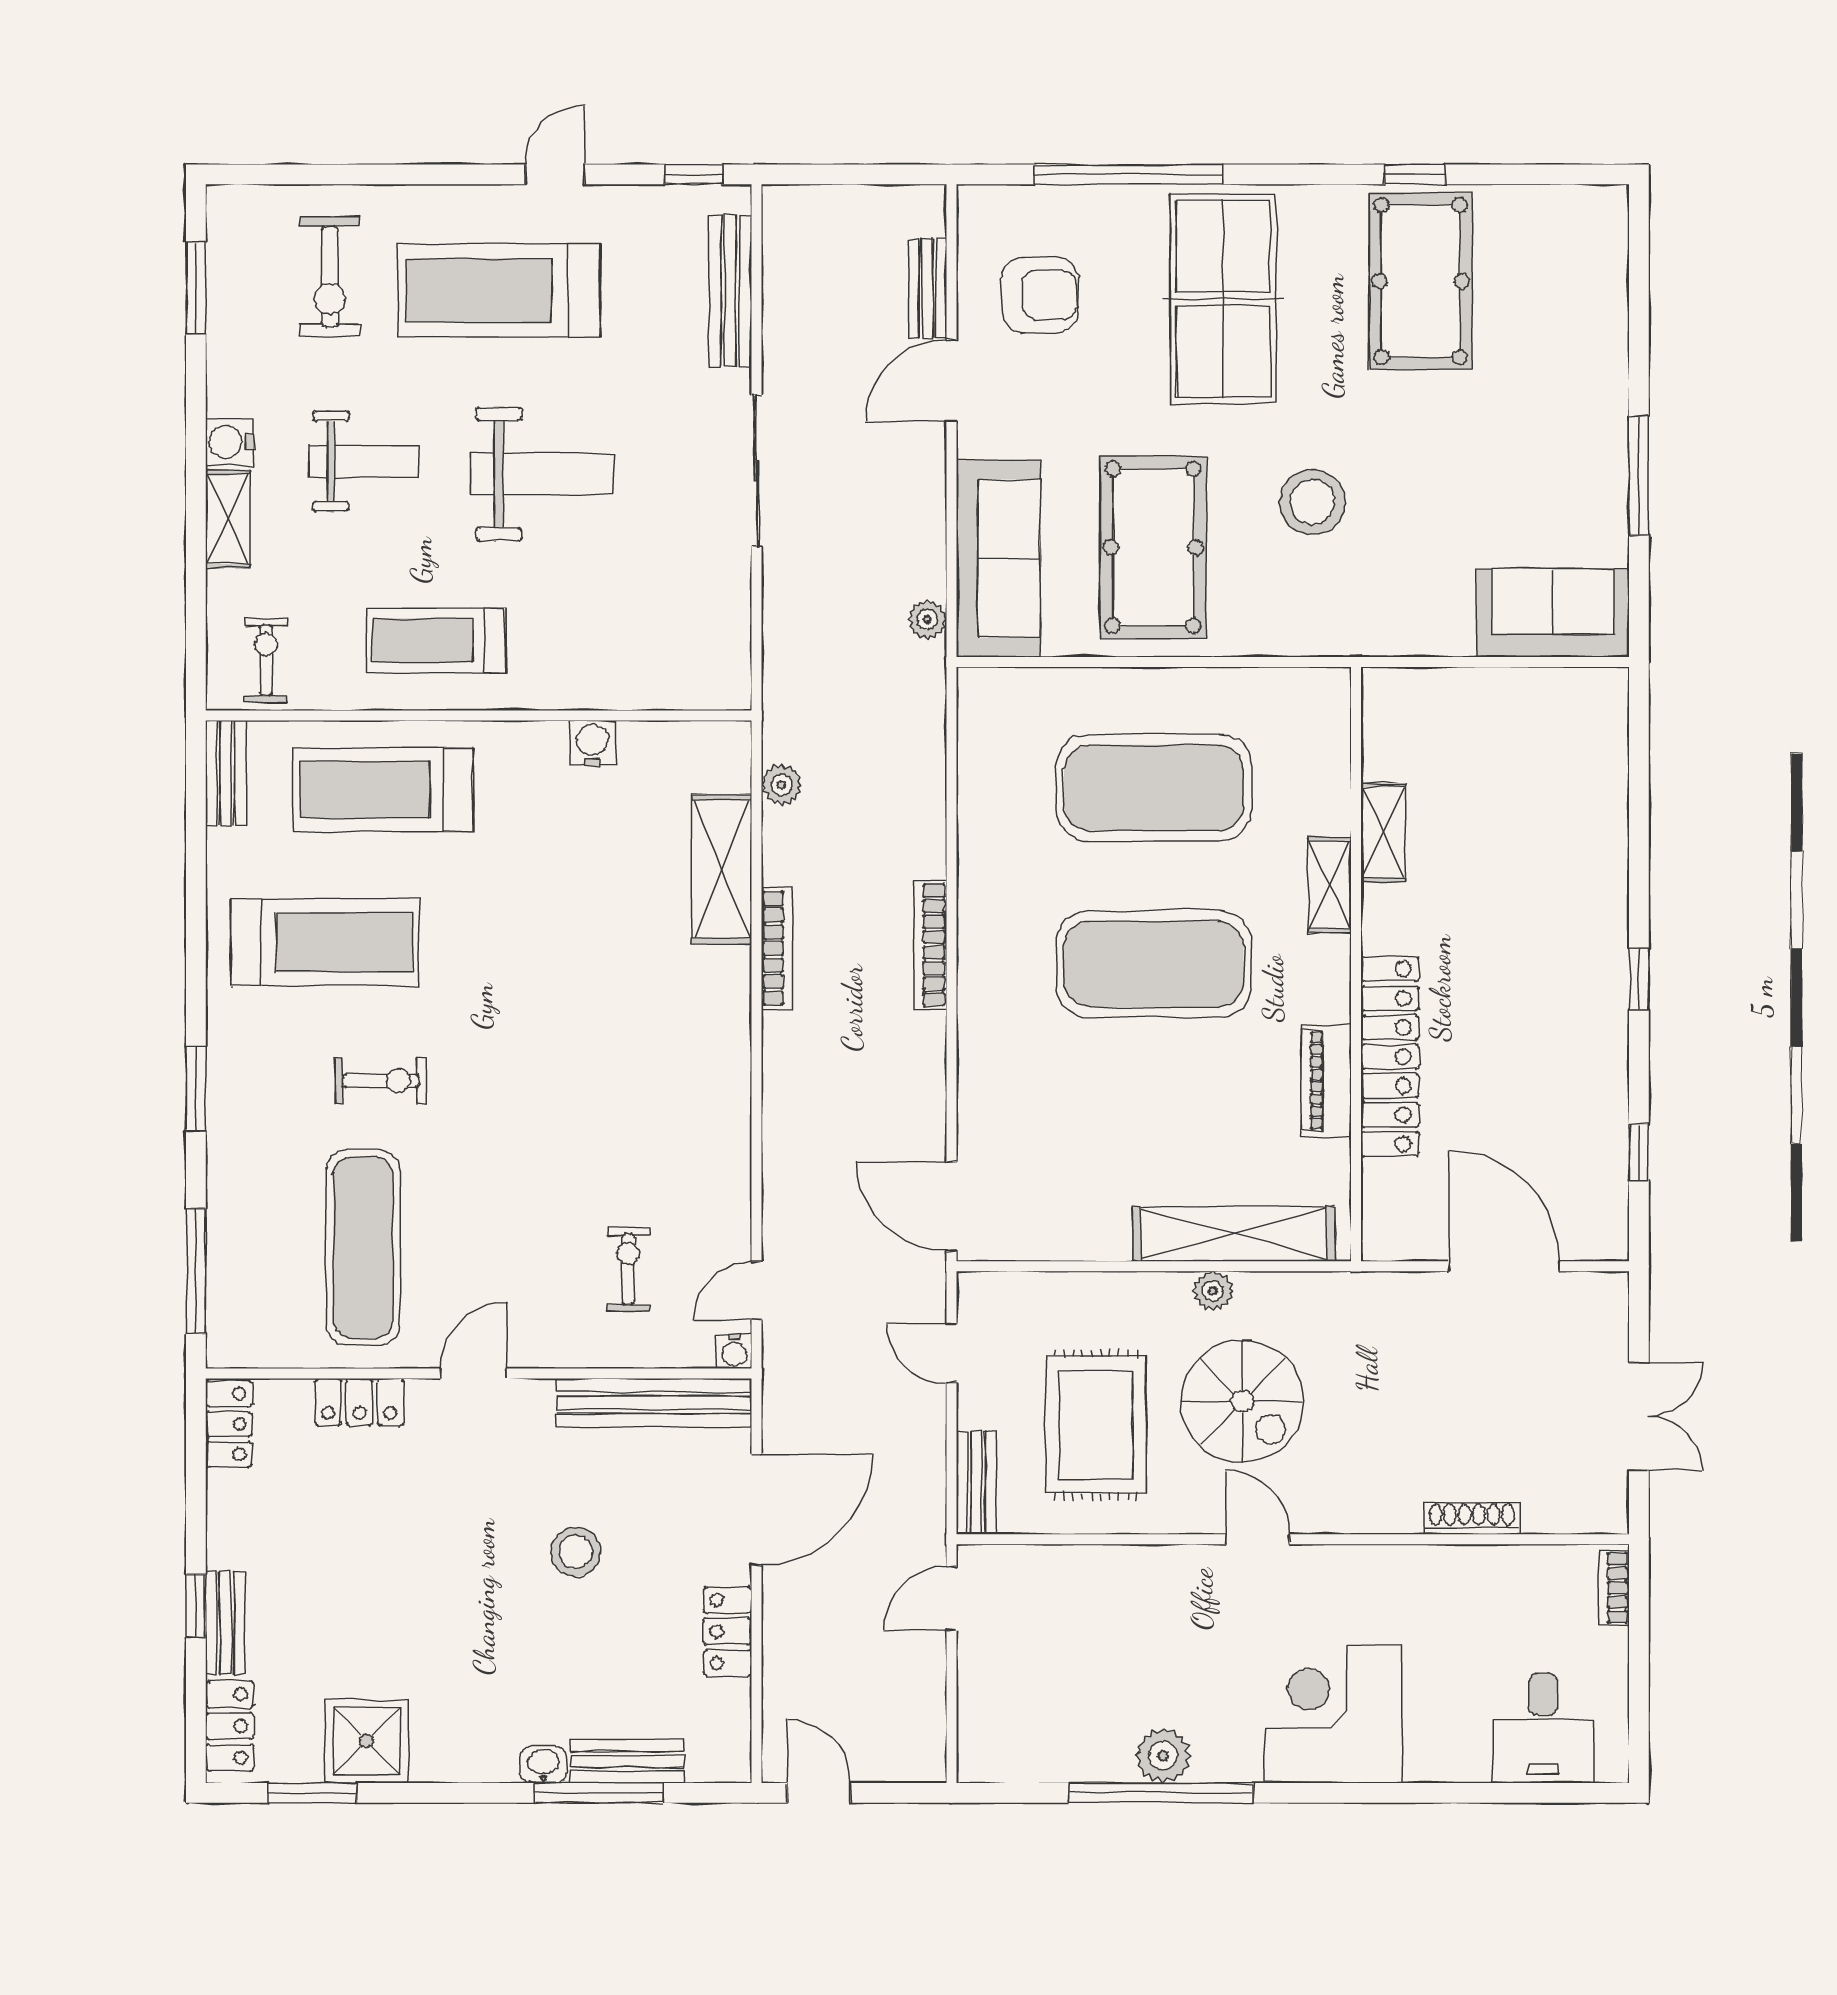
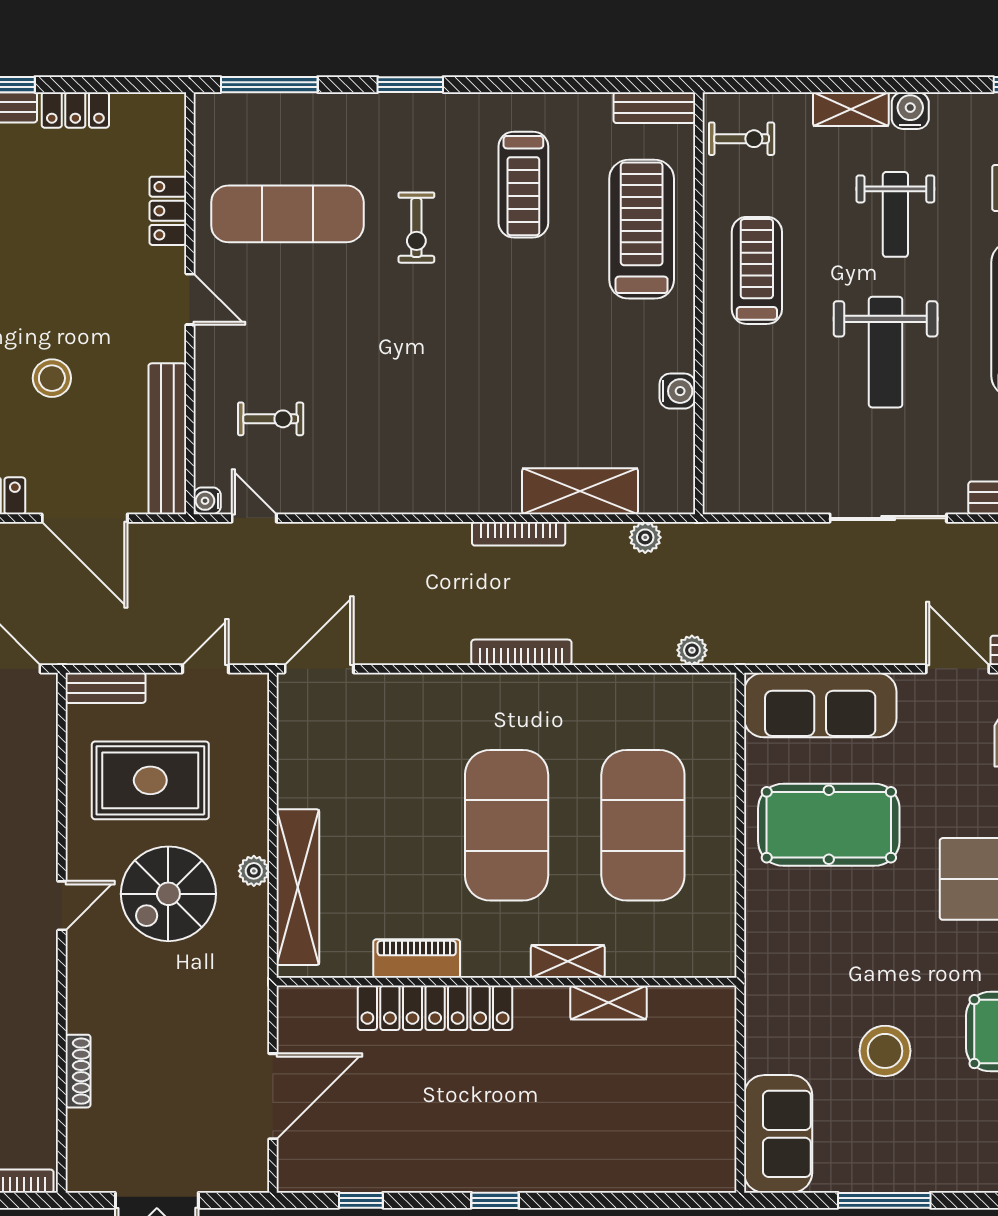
stool: (1312, 502) -> (885, 1051), moved
plant: (927, 620) -> (692, 650), moved
treadmill: (325, 942) -> (523, 185), width x0.73, depth x0.73
locker: (229, 1424) -> (75, 110), moved

